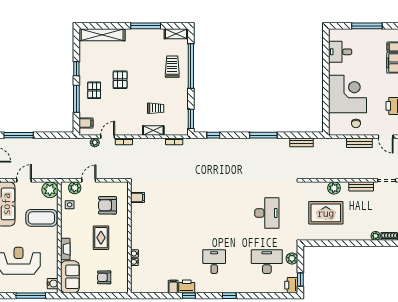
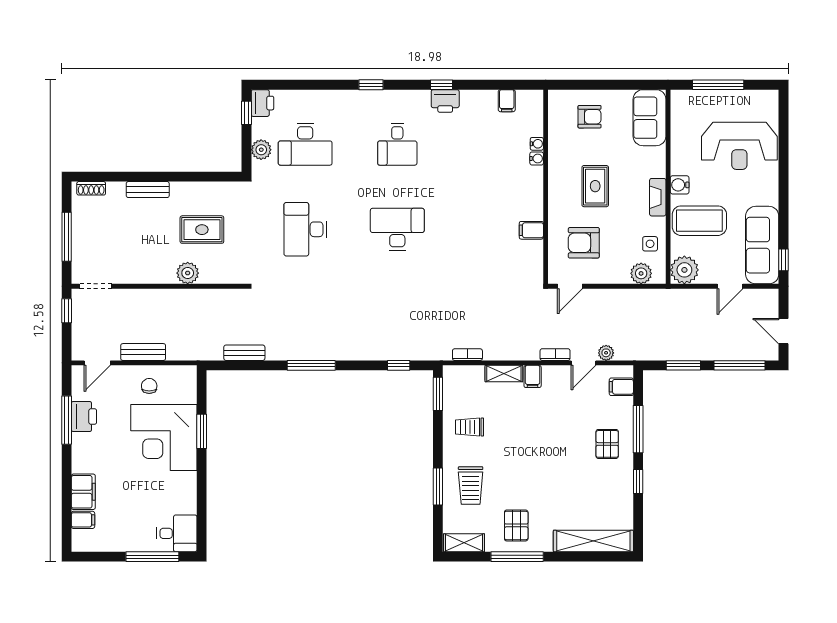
window: (367, 26) -> (152, 557), moved
desk: (340, 52) -> (177, 533), moved
window: (191, 66) -> (438, 487), width x0.47
pallet: (120, 80) -> (516, 525), moved
window: (326, 97) -> (202, 431), added
trolley: (156, 108) -> (469, 427), moved
filing cabinet: (137, 129) -> (533, 376), added
window: (51, 135) -> (683, 365), added
door: (386, 137) -> (97, 363), swing flipped
door: (89, 180) -> (570, 286), moved
bench: (361, 186) -> (148, 190), moved
filing cabinet: (138, 197) -> (531, 230), moved
armchair: (108, 205) -> (584, 243), turned 180
desk: (214, 213) -> (397, 229), added
rug: (326, 213) -> (202, 230), width x0.73, depth x0.70
plant: (376, 236) -> (115, 189), removed
fireplace: (65, 249) -> (658, 197), moved
water cooler: (53, 284) -> (680, 185), moved
filing cabinet: (173, 287) -> (507, 101), moved

